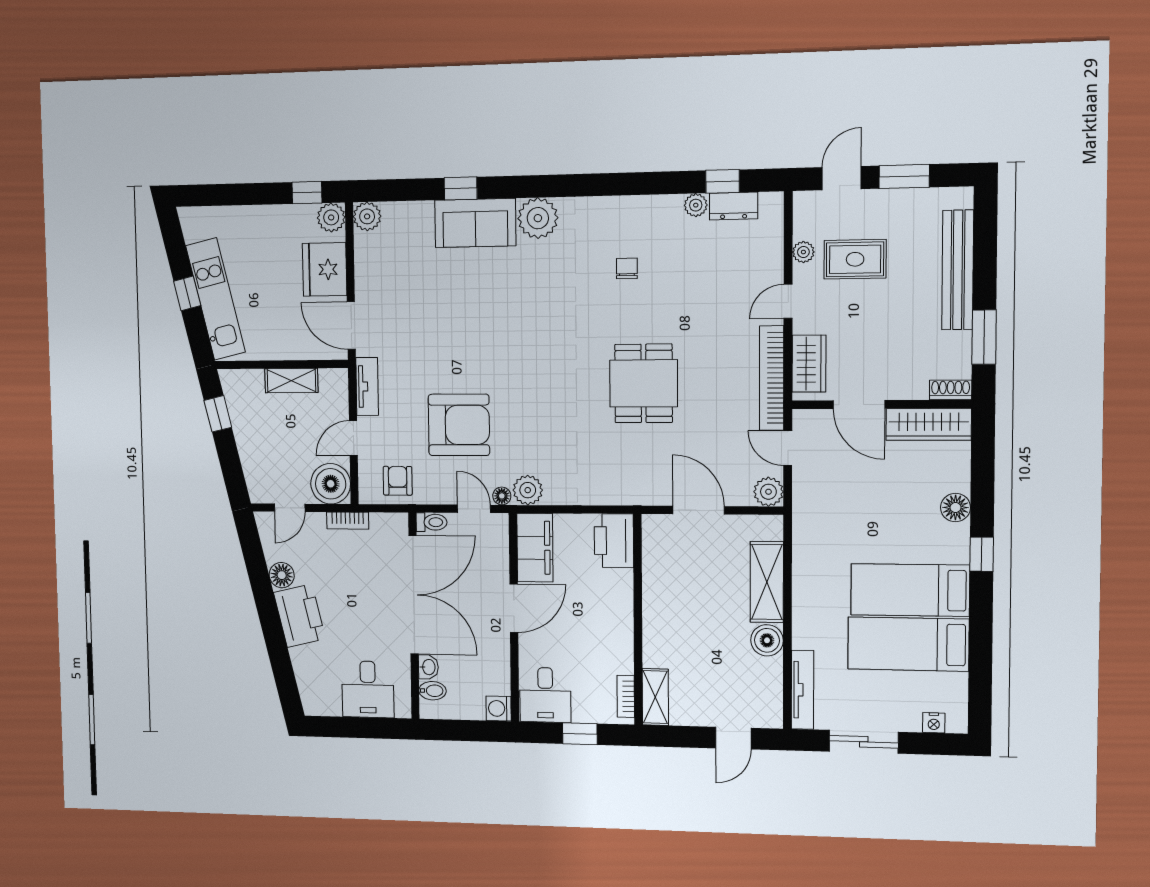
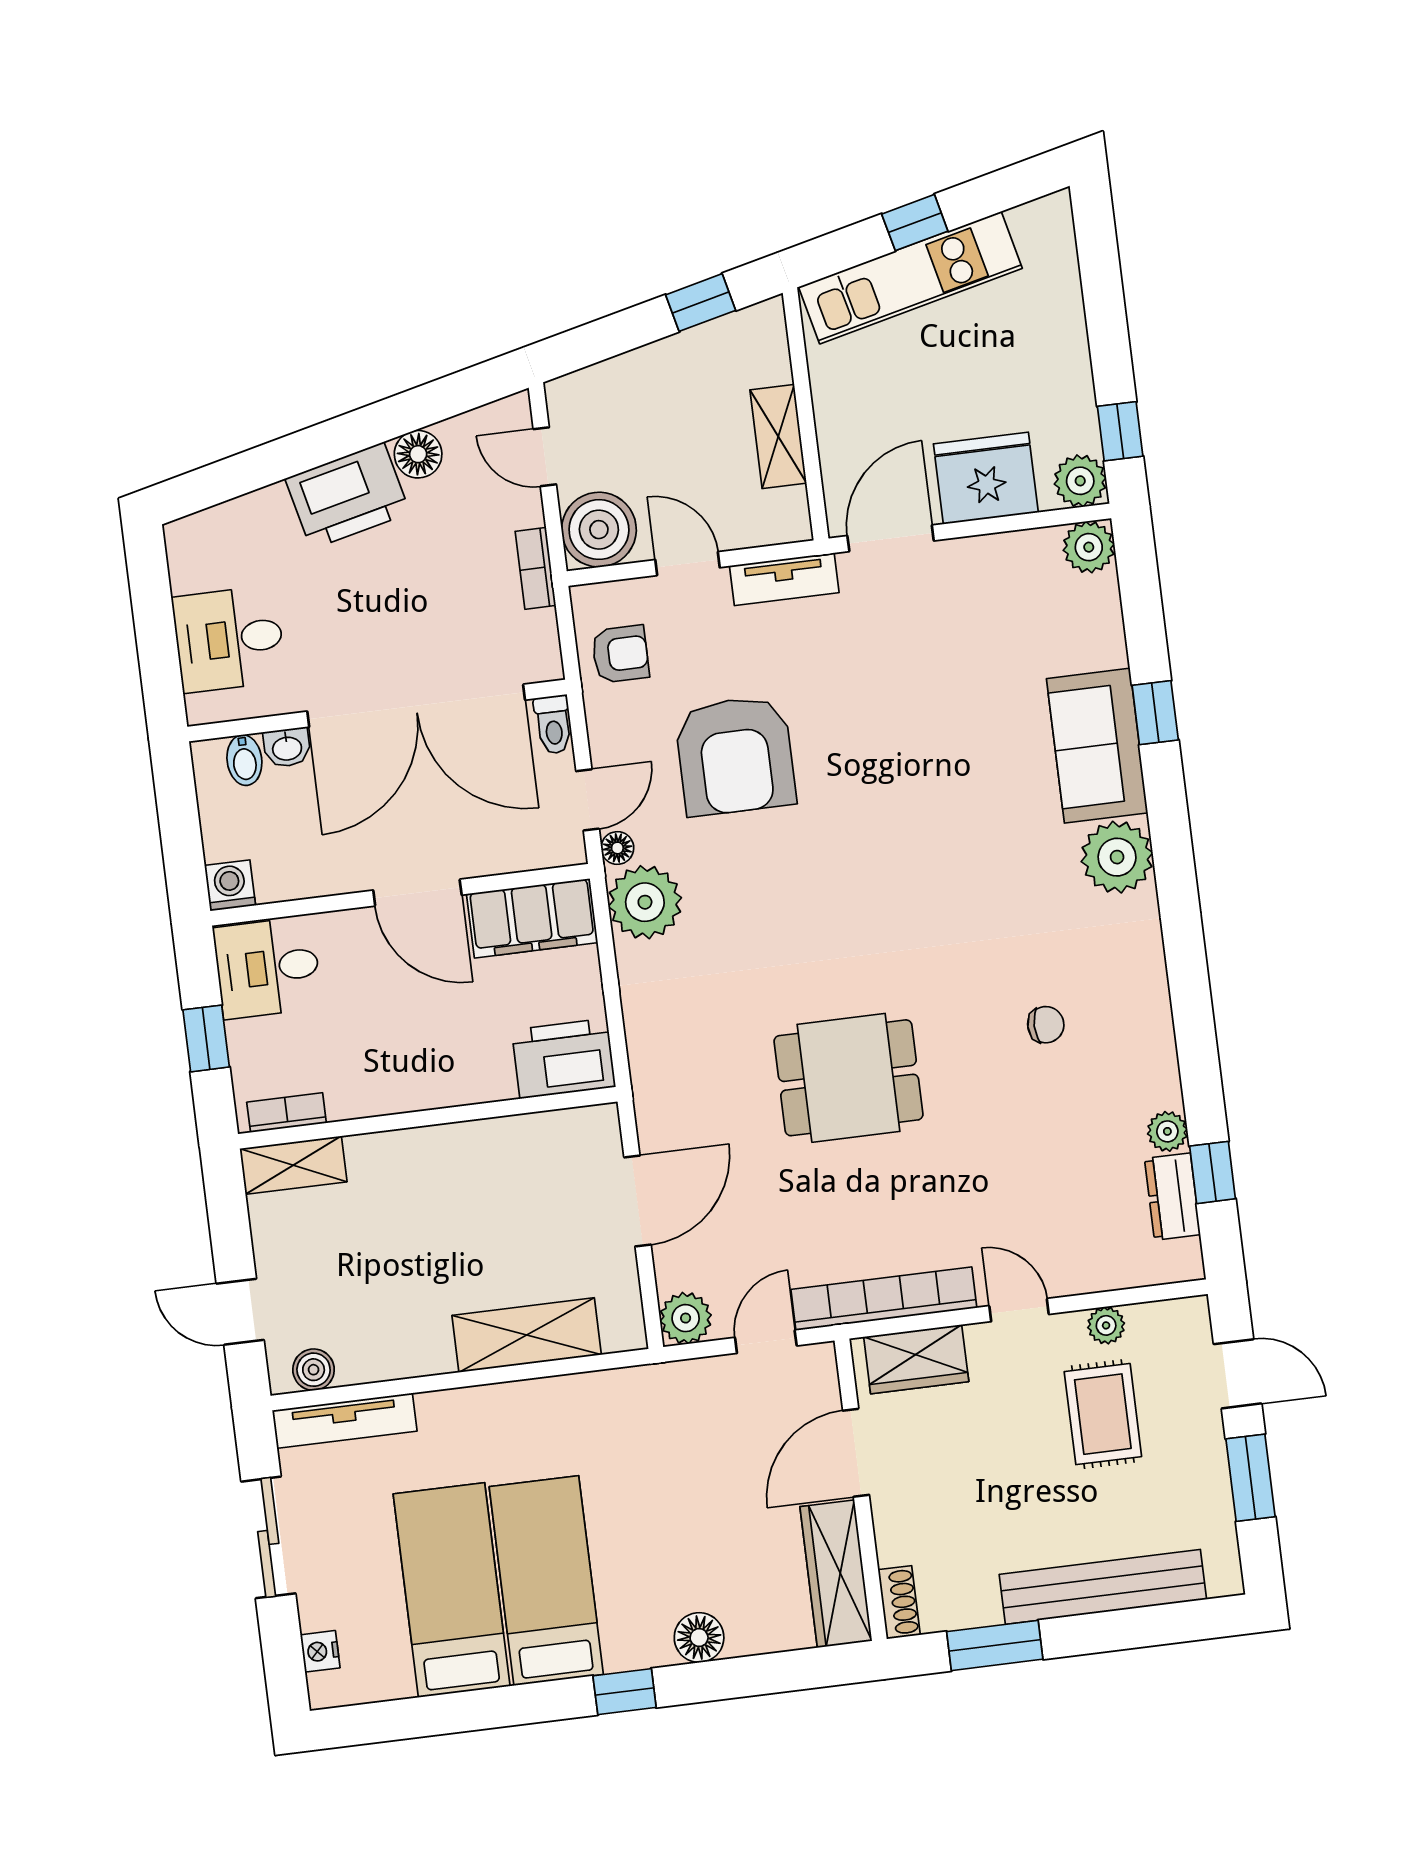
plant: (528, 490) -> (645, 902), width x1.36, depth x1.36
boiler: (767, 640) -> (314, 1370), moved, width x0.73, depth x0.73

